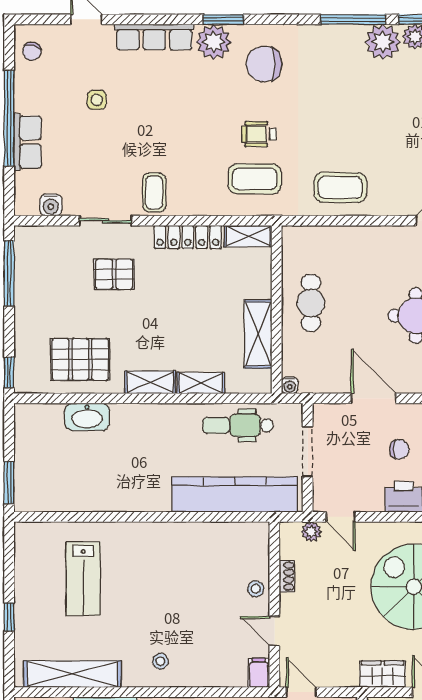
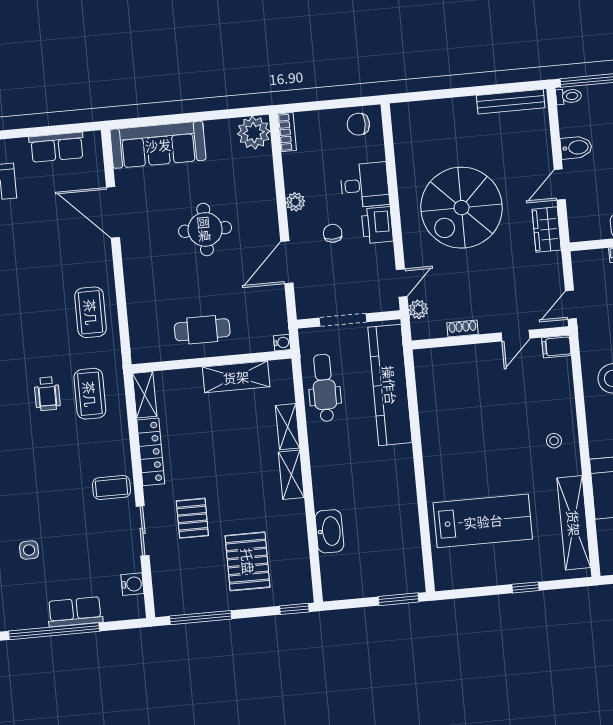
pallet: (80, 359) -> (248, 561), moved
dental chair: (238, 425) -> (324, 388), turned 180
lab bench: (83, 579) -> (483, 521), width x1.36, depth x1.39
stool: (256, 589) -> (477, 357), removed

